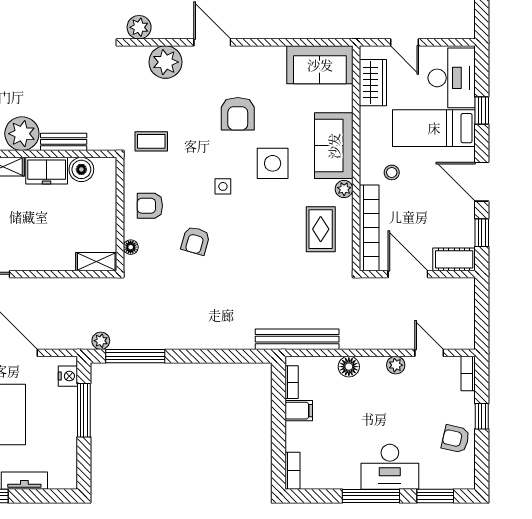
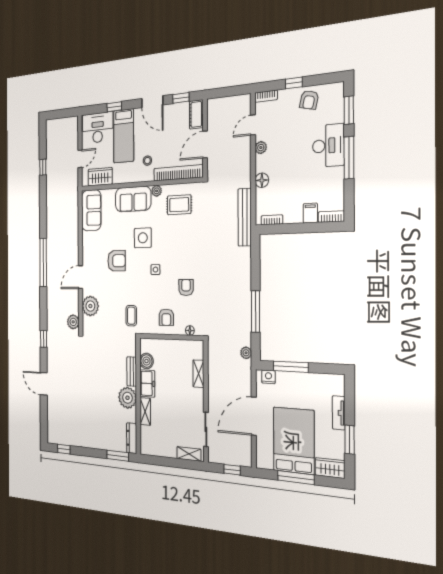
door: (482, 182) -> (152, 102), hinge flipped
armchair: (195, 241) -> (186, 287), turned -106
shelving: (96, 262) -> (198, 374), moved
window: (135, 356) -> (256, 311), moved
filing cabinet: (299, 411) -> (310, 213), moved

